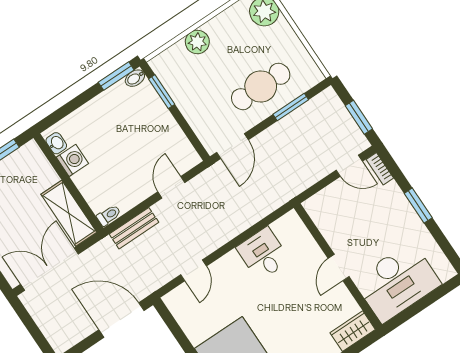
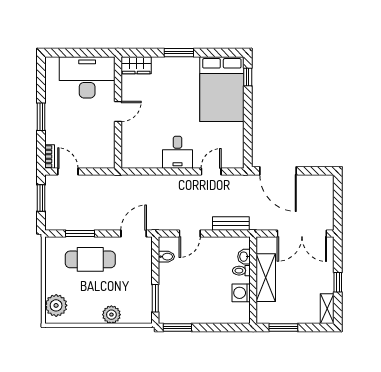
bidet: (135, 78) -> (166, 257), moved
washbasin: (56, 143) -> (244, 257), moved
shelving: (69, 213) -> (266, 278), moved
toilet: (109, 215) -> (241, 271), moved
desk: (263, 254) -> (178, 152), moved

